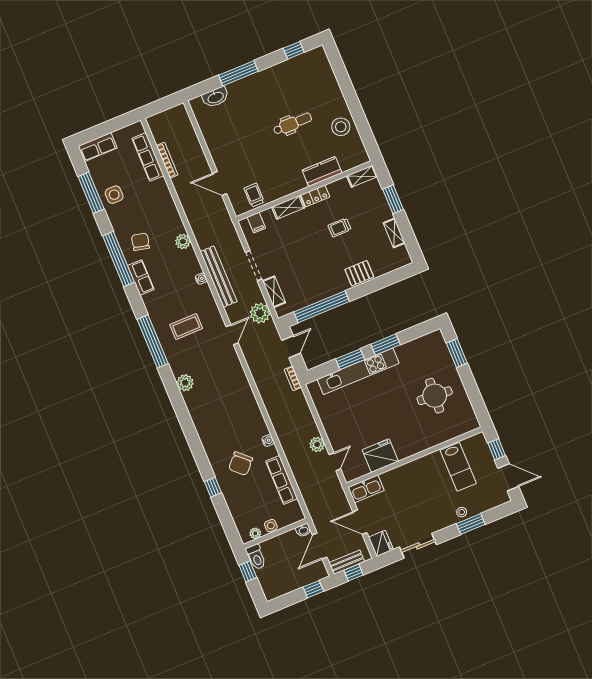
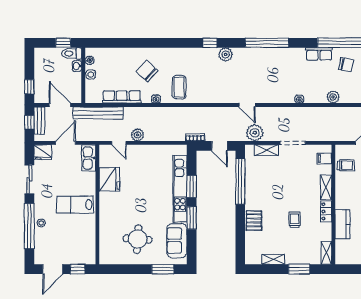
bench: (219, 277) -> (98, 113), moved
coffee table: (186, 327) -> (179, 87), moved
sofa: (418, 351) -> (177, 241), added
lab bench: (458, 467) -> (75, 205), moved
window: (213, 487) -> (210, 43), moved
window: (471, 524) -> (29, 226), width x2.11
washbasin: (303, 530) -> (77, 66), moved

